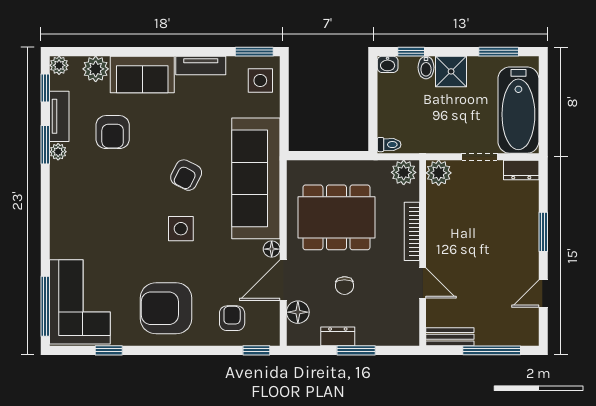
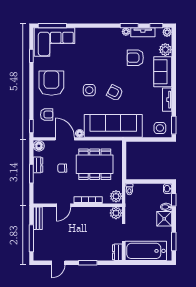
dining table: (336, 217) -> (95, 164), turned 90
door: (543, 294) -> (58, 263), swing flipped
floor lamp: (298, 312) -> (39, 146), moved

